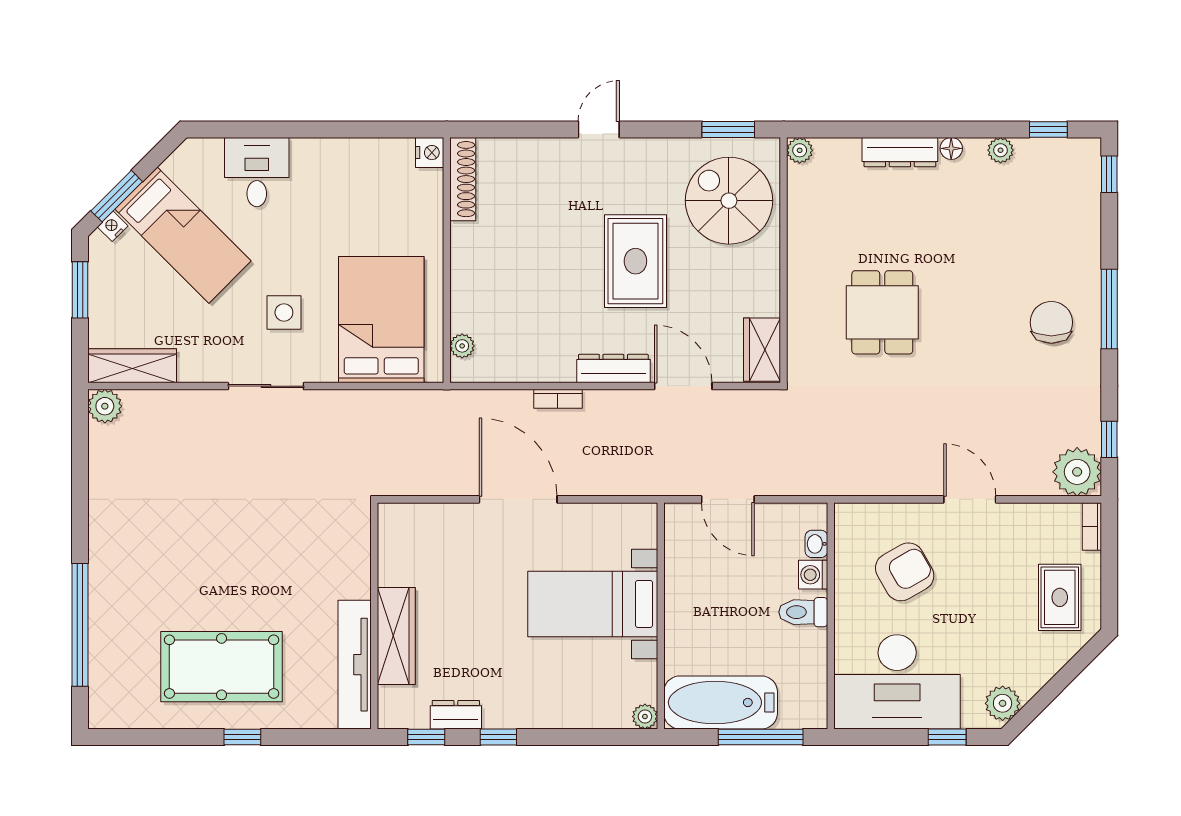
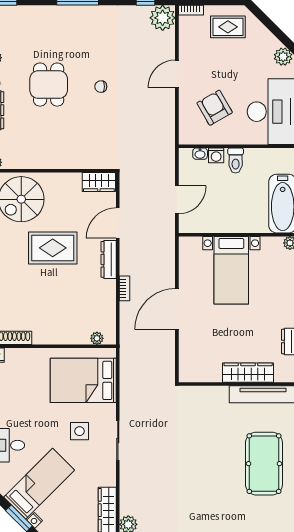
dining table: (882, 312) -> (49, 85), moved, turned 90
chair: (1051, 322) -> (101, 87), moved, width x0.54, depth x0.54

